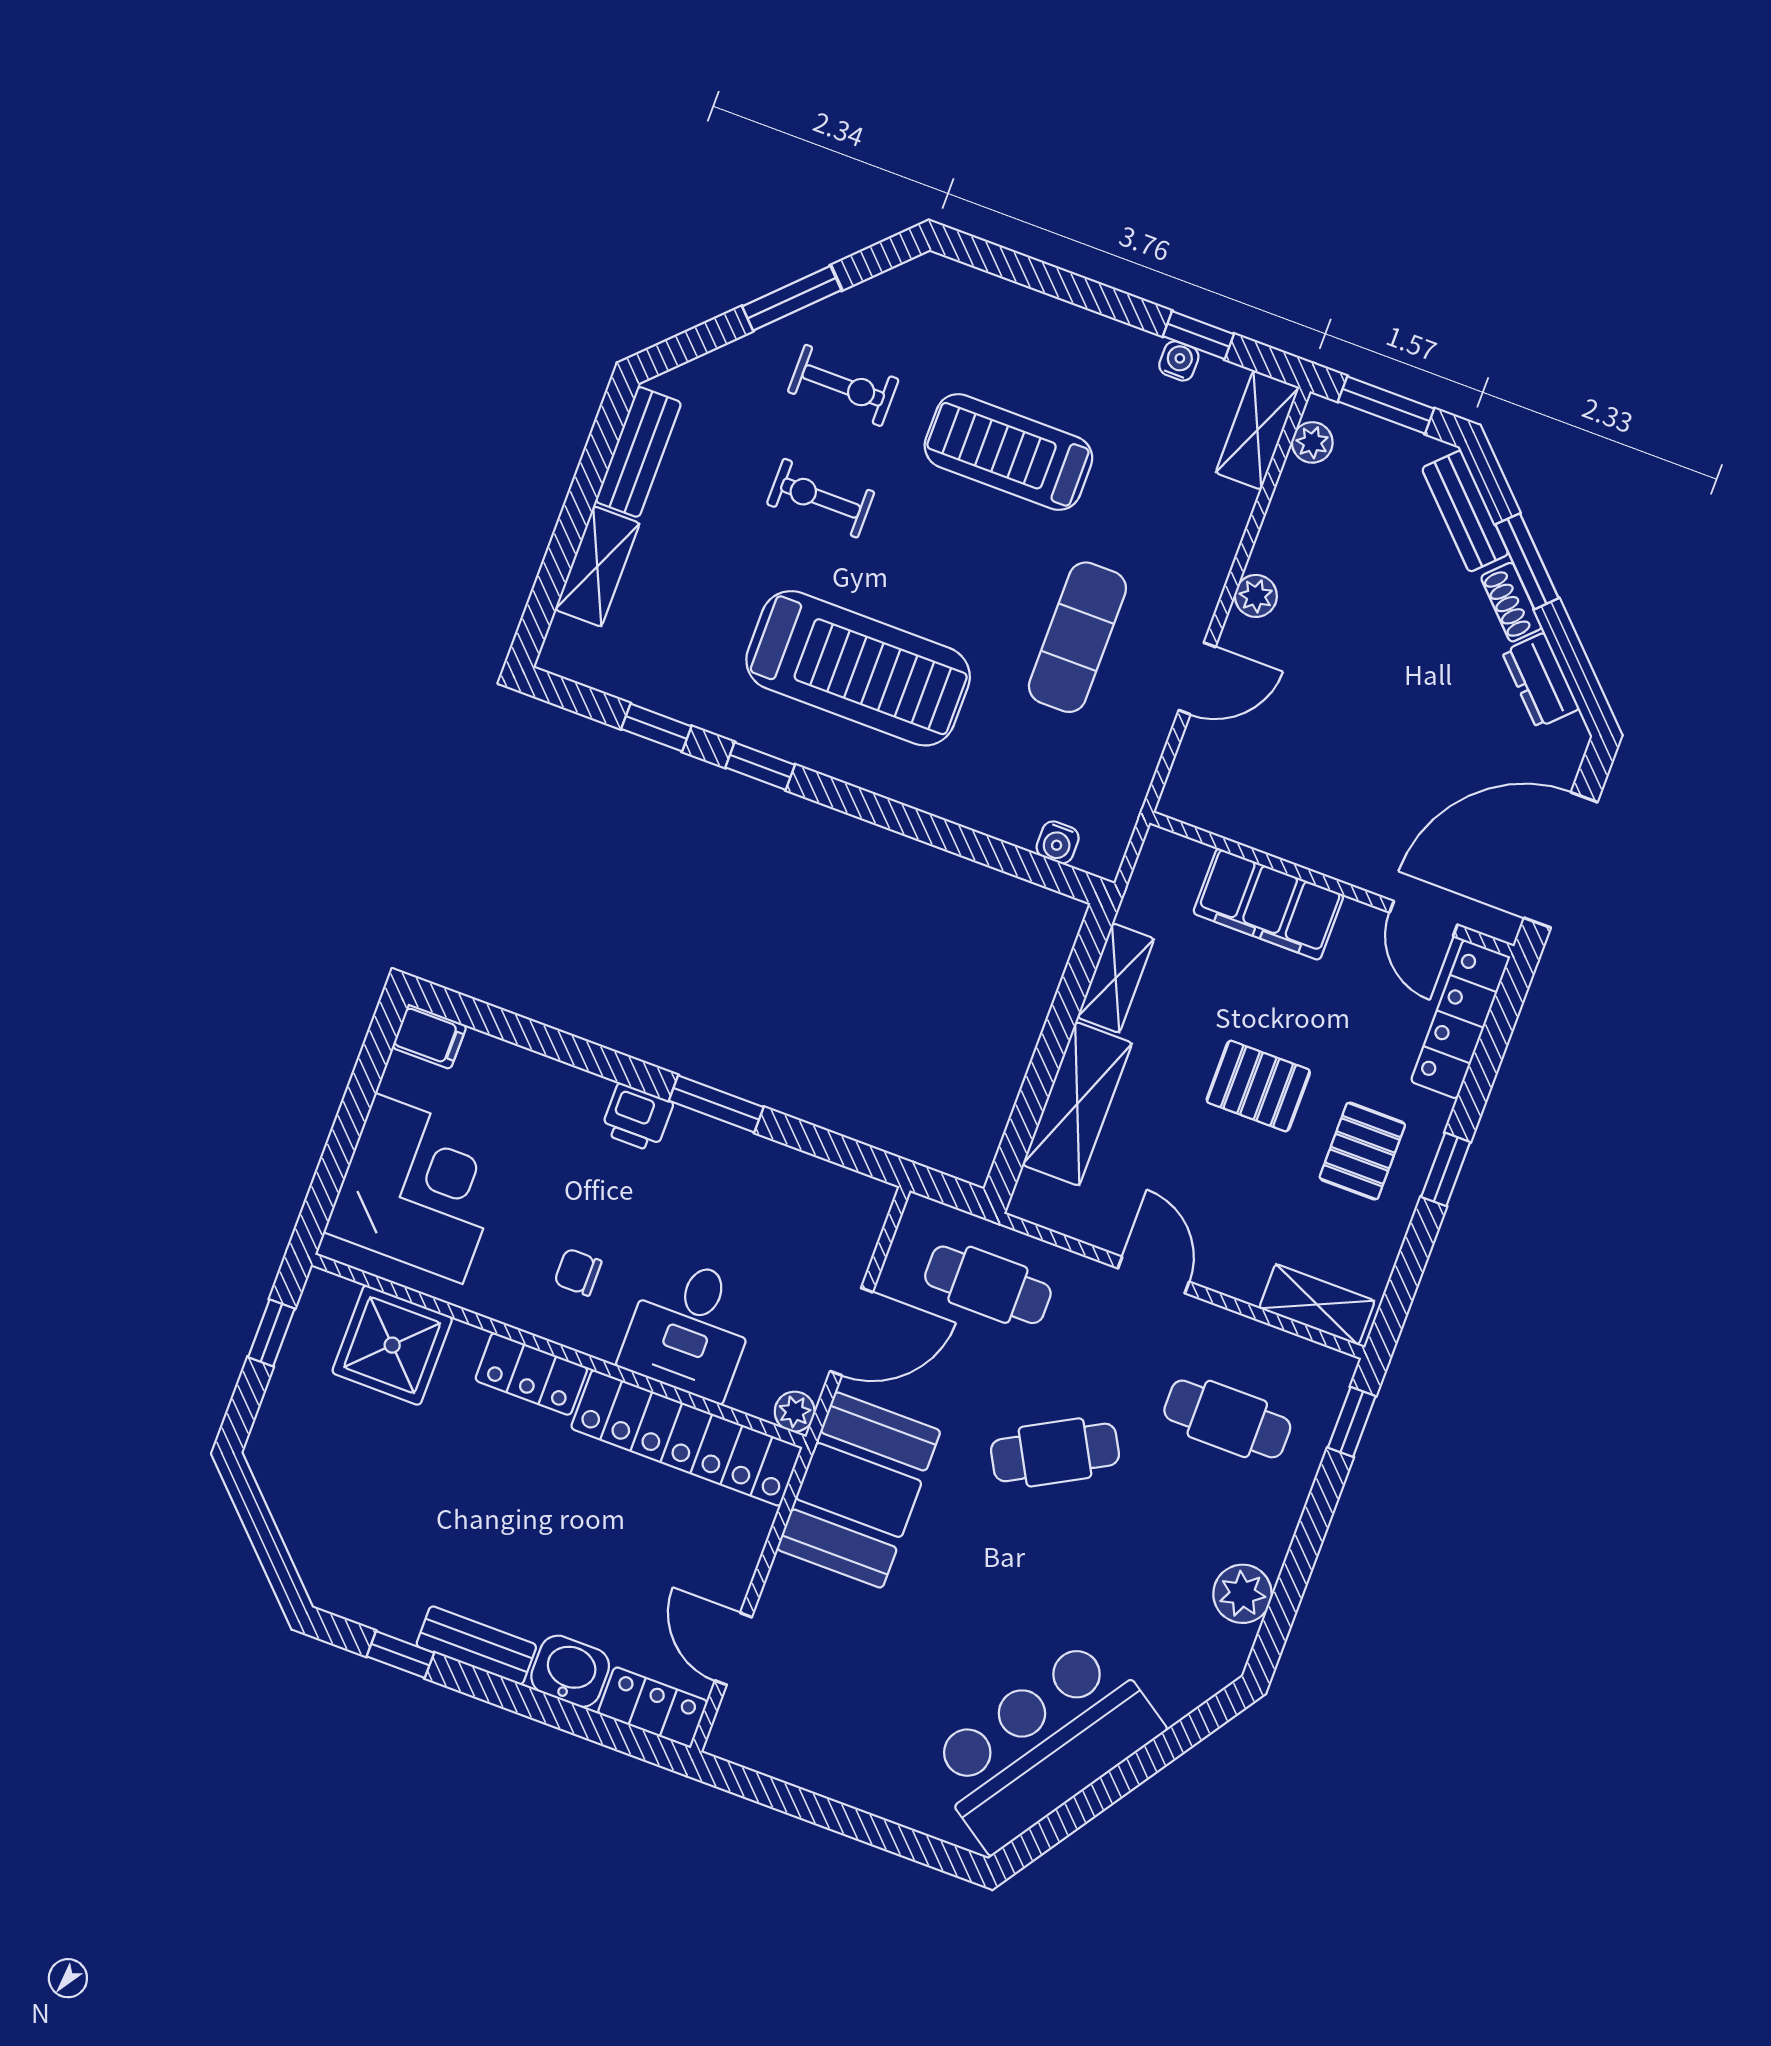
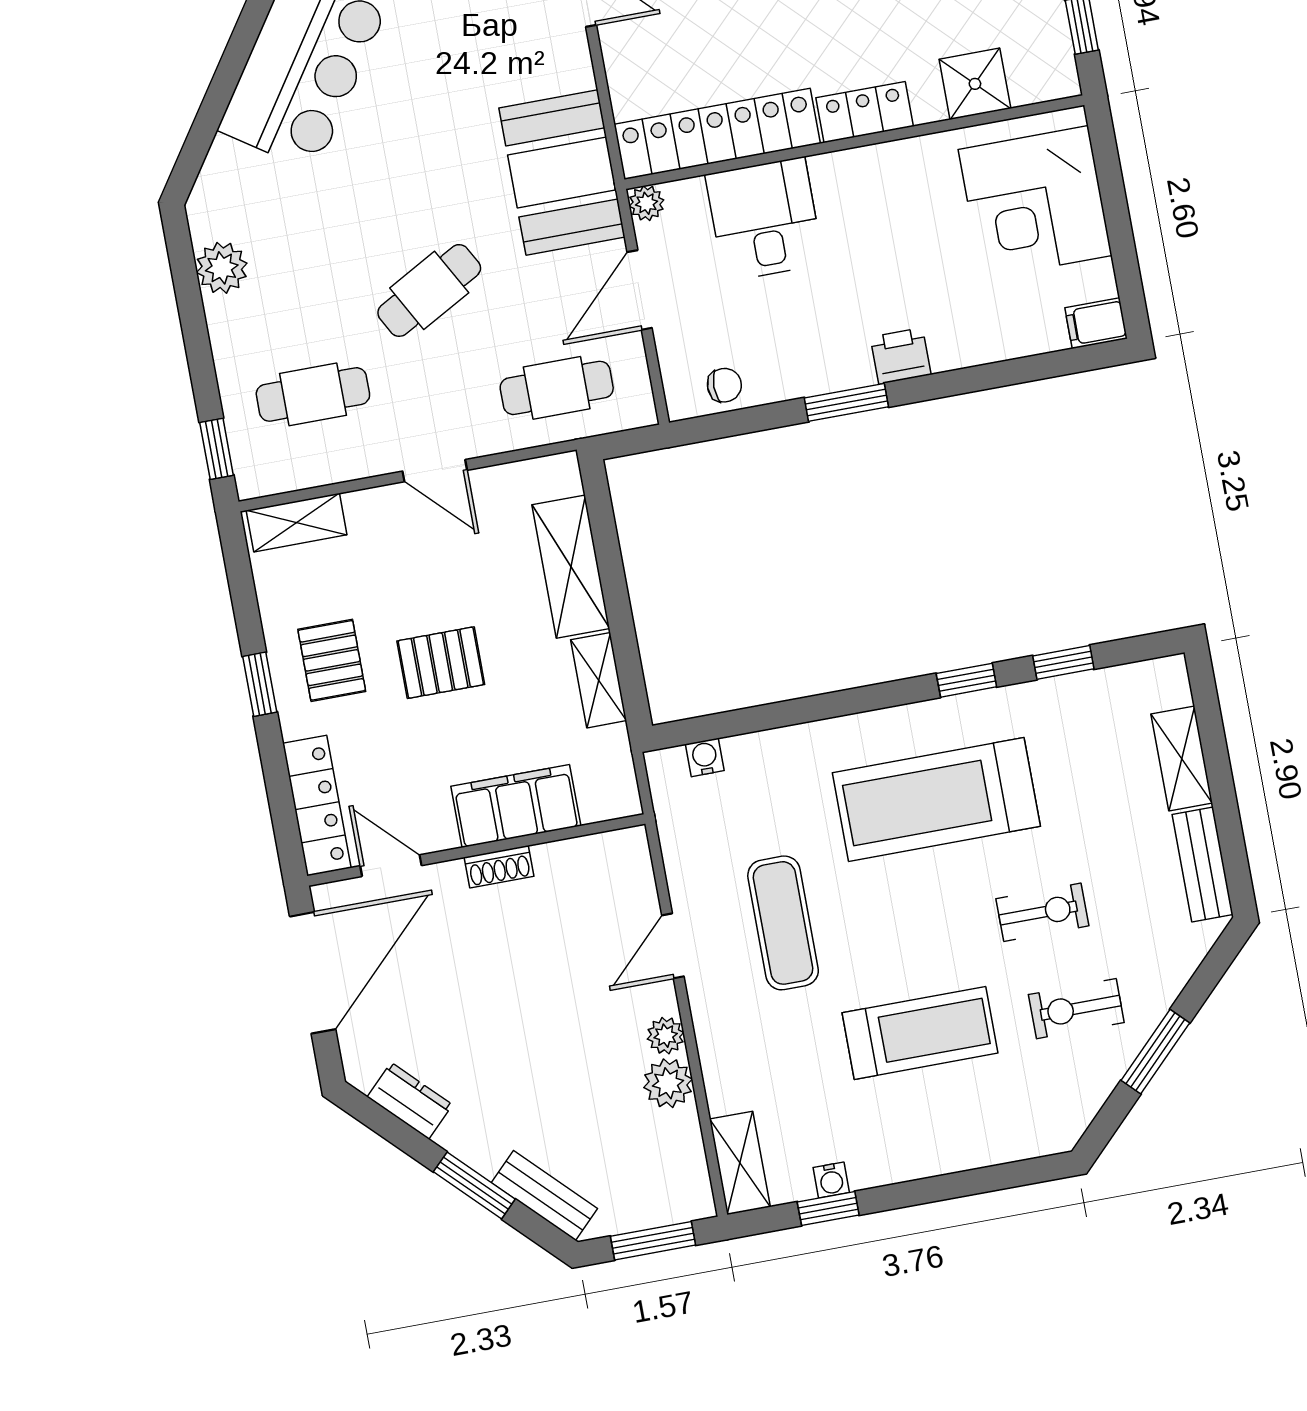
plant: (1312, 442) -> (668, 1083), moved, width x1.38, depth x1.38
shoe rack: (1511, 602) -> (499, 867), moved, turned 135
chair: (578, 1272) -> (724, 385), moved
shower: (392, 1345) -> (975, 84), width x0.73, depth x0.73

